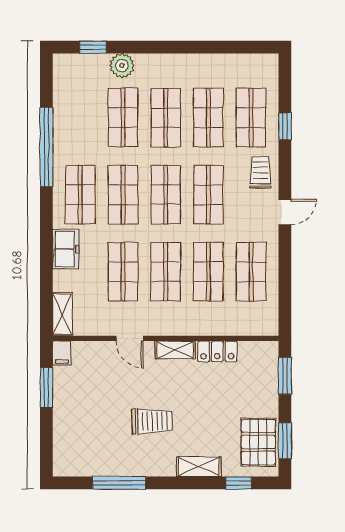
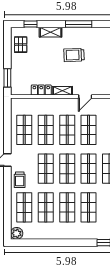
plant: (122, 66) -> (17, 233), moved
window: (285, 126) -> (7, 203), removed
door: (130, 338) -> (85, 97), swing flipped
window: (285, 441) -> (7, 45), removed
pallet: (258, 442) -> (21, 45), width x0.67, depth x0.71
window: (119, 483) -> (79, 24), moved

